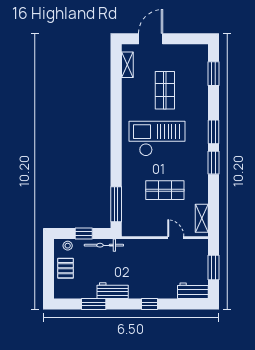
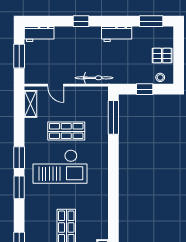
checkout: (157, 139) -> (60, 167), moved
bicycle: (104, 245) -> (94, 78), moved
pallet: (66, 268) -> (162, 56), turned 90
window: (94, 304) -> (151, 21), moved

